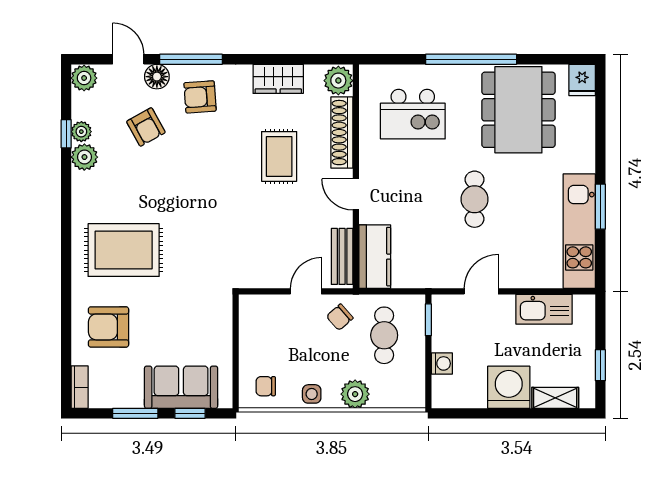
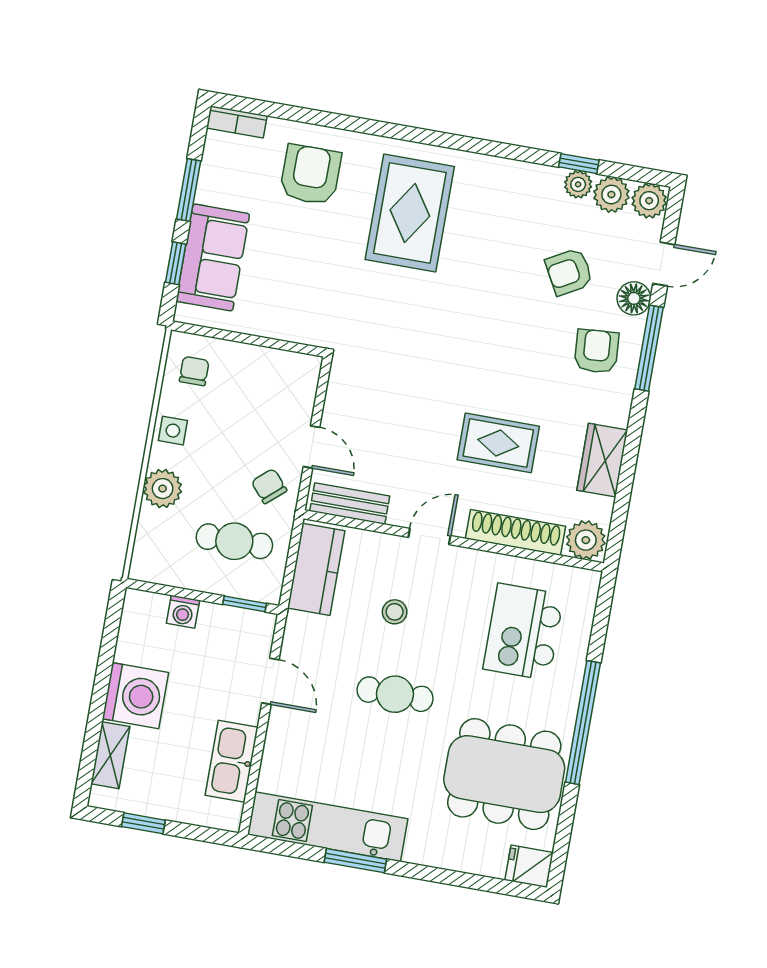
plant: (84, 157) -> (611, 195), moved
stool: (415, 210) -> (395, 612), added
kitchen counter: (375, 257) -> (316, 569), moved, turned -90

